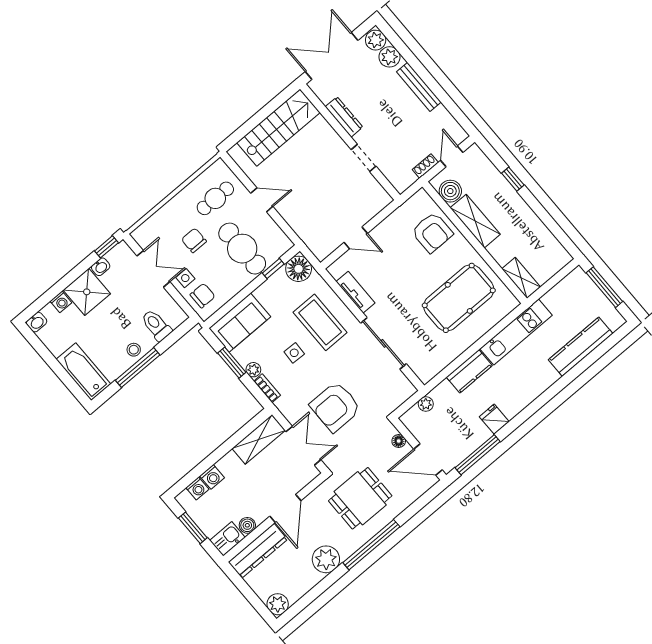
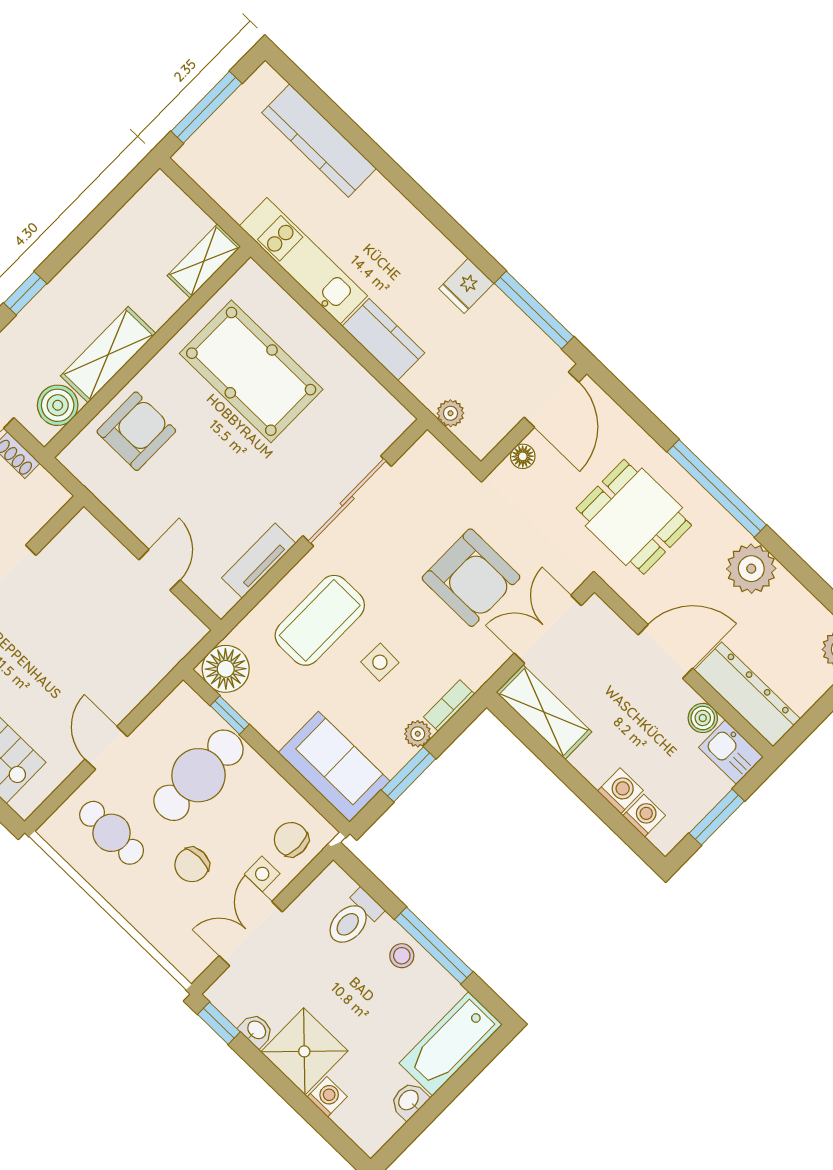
washbasin: (37, 322) -> (409, 1101), moved, turned -90

